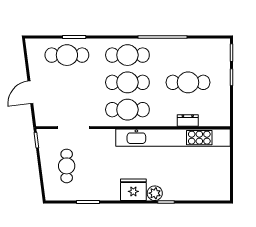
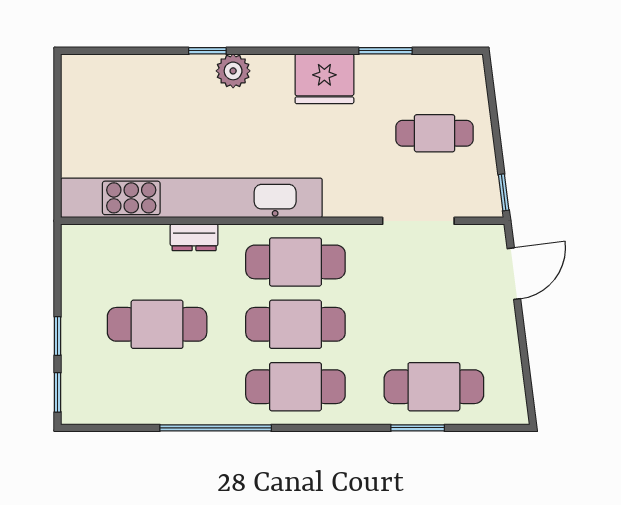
door: (30, 92) -> (514, 274), moved
dresser: (188, 120) -> (194, 237), moved
cafe table: (67, 166) -> (435, 133), turned 90
fridge: (133, 190) -> (324, 79), moved

